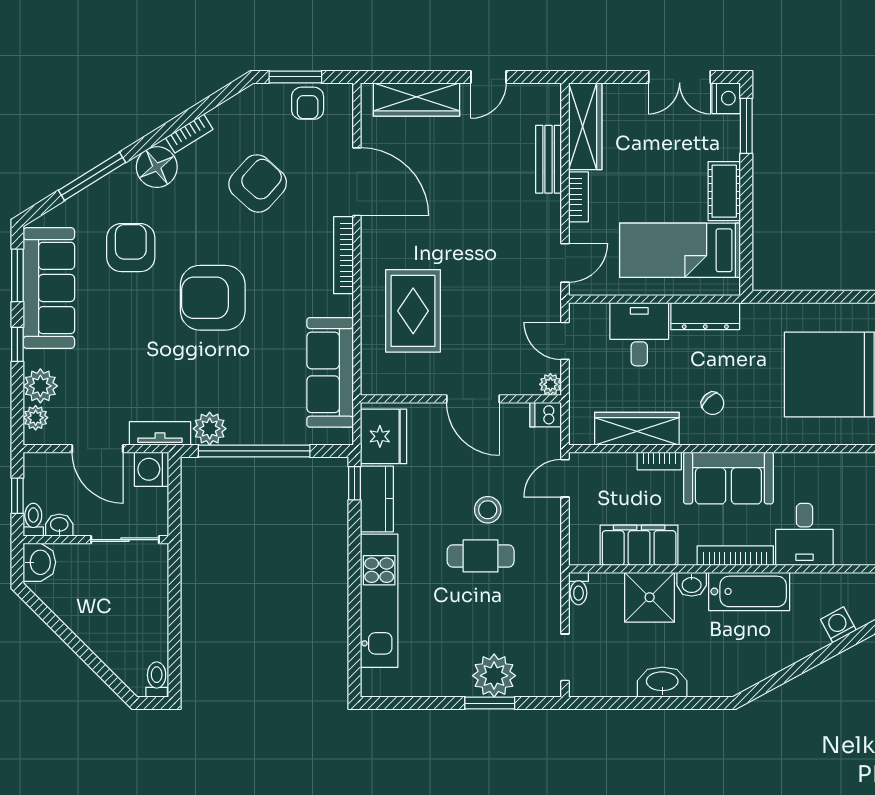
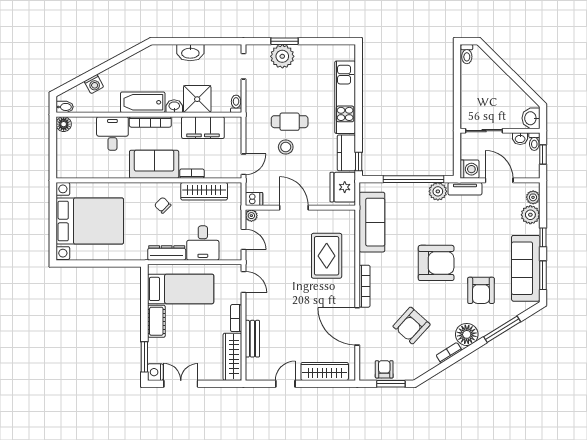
door: (565, 263) -> (243, 282), swing flipped

